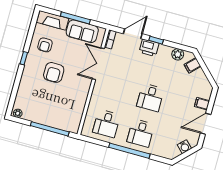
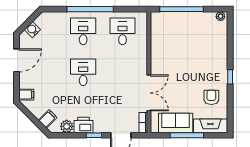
printer: (149, 48) -> (84, 125), moved
armchair: (54, 72) -> (194, 70), removed
filing cabinet: (202, 104) -> (26, 95), moved

